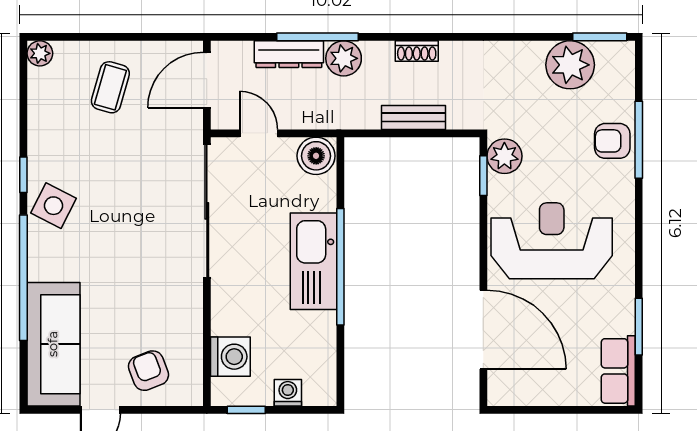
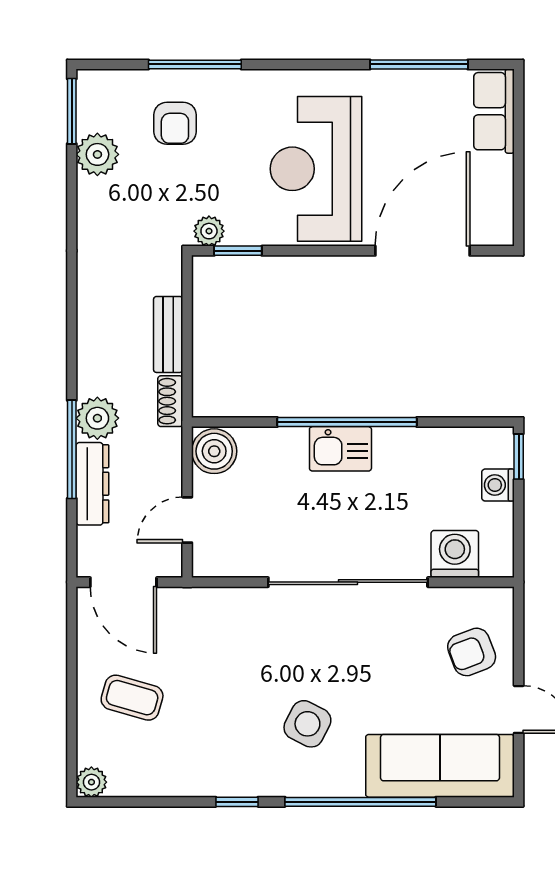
shoe rack: (417, 51) -> (170, 401), moved, turned 180
plant: (570, 65) -> (97, 154), width x0.73, depth x0.73
armchair: (612, 141) -> (175, 123), moved
plant: (504, 156) -> (209, 231), width x0.73, depth x0.73
side table: (53, 206) -> (307, 724), moved
sliding door: (207, 211) -> (348, 582), moved
kitchen sink: (313, 261) -> (340, 449), width x0.53, depth x0.81
window: (639, 327) -> (419, 64), width x1.44
row of seats: (618, 371) -> (494, 111), moved, turned 90
window: (246, 410) -> (519, 457), moved

